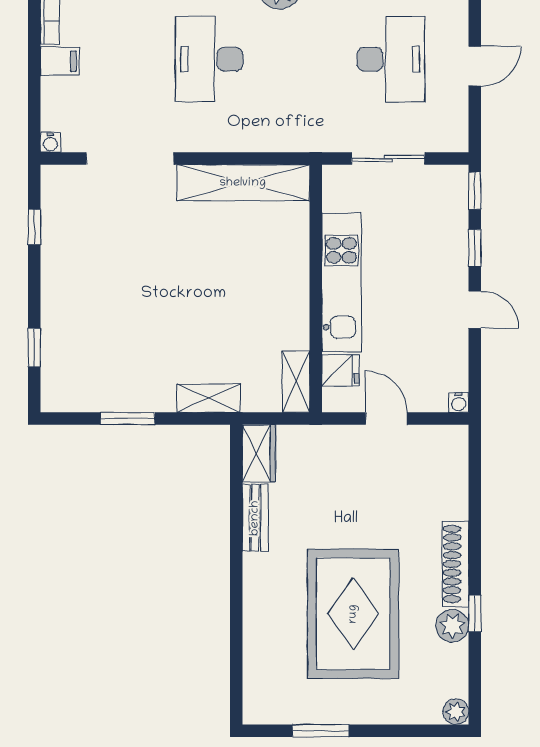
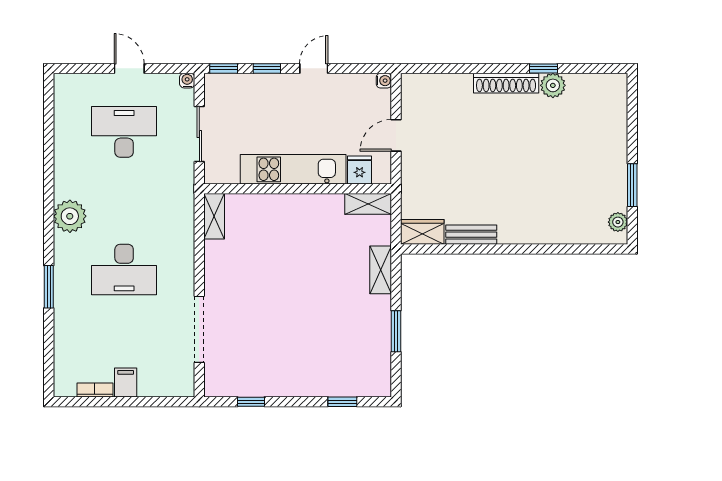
water cooler: (50, 143) -> (187, 81), moved, turned -90
shelving: (243, 183) -> (214, 216), width x0.45, depth x0.75
rug: (353, 614) -> (544, 161), removed
plant: (456, 712) -> (618, 222), moved

